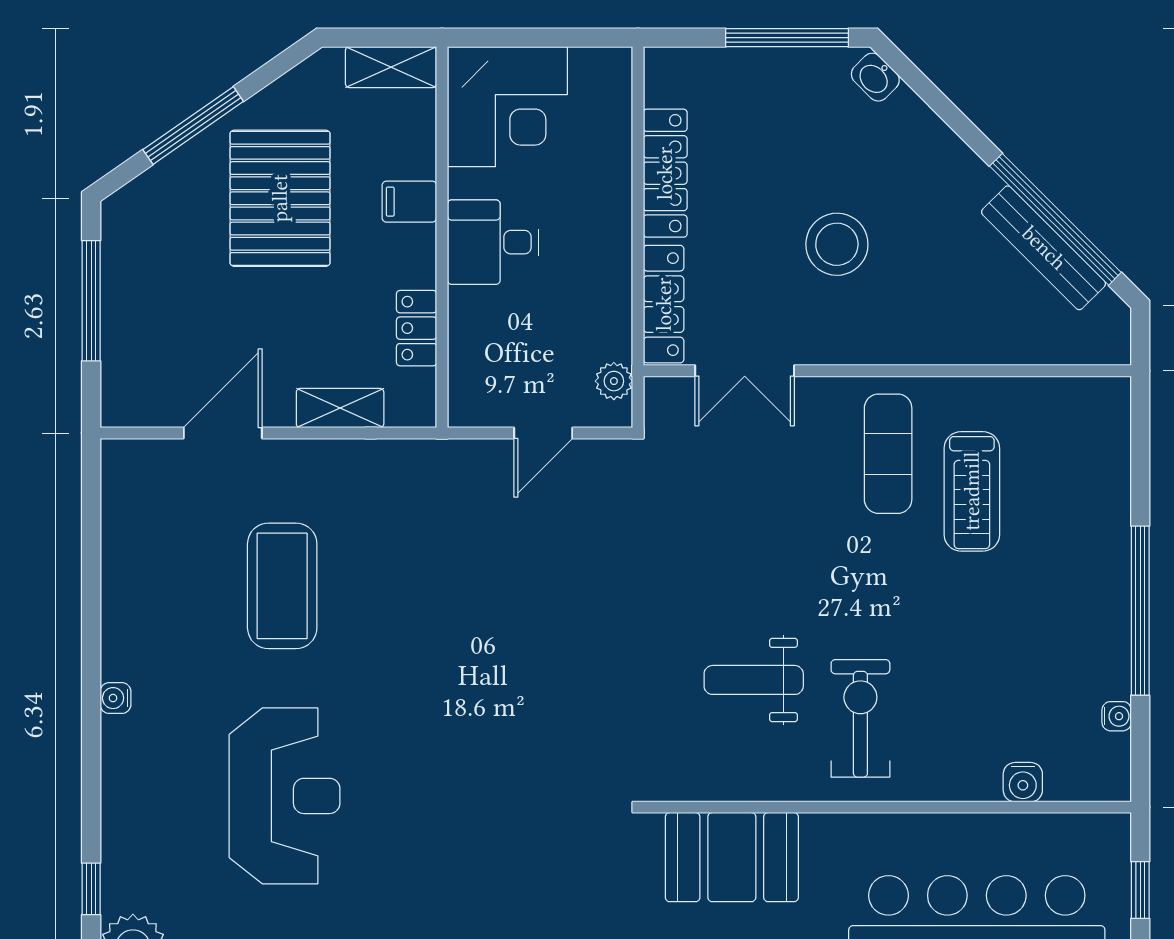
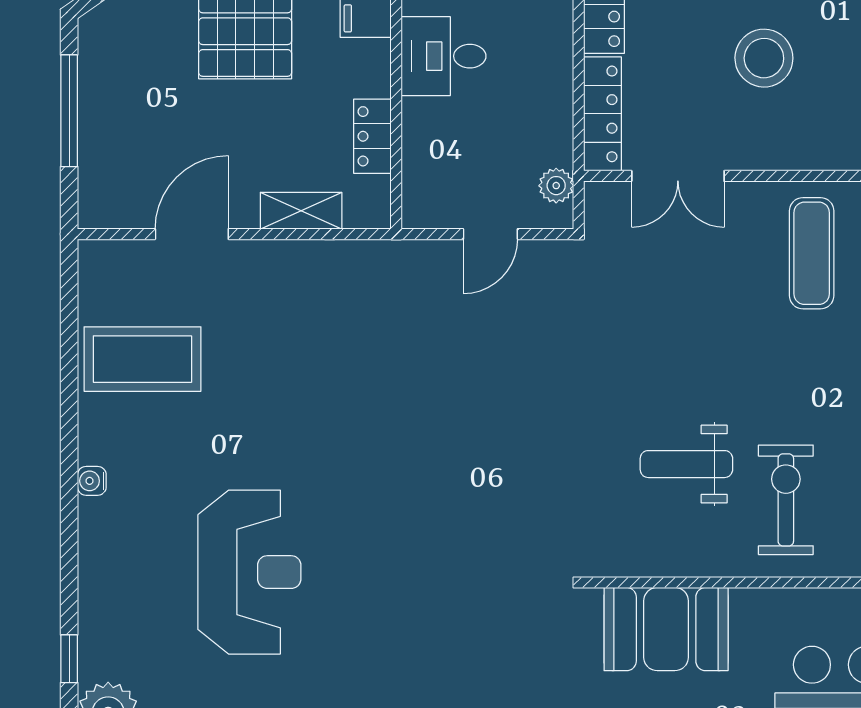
coffee table: (282, 586) -> (142, 359), moved, turned 90

